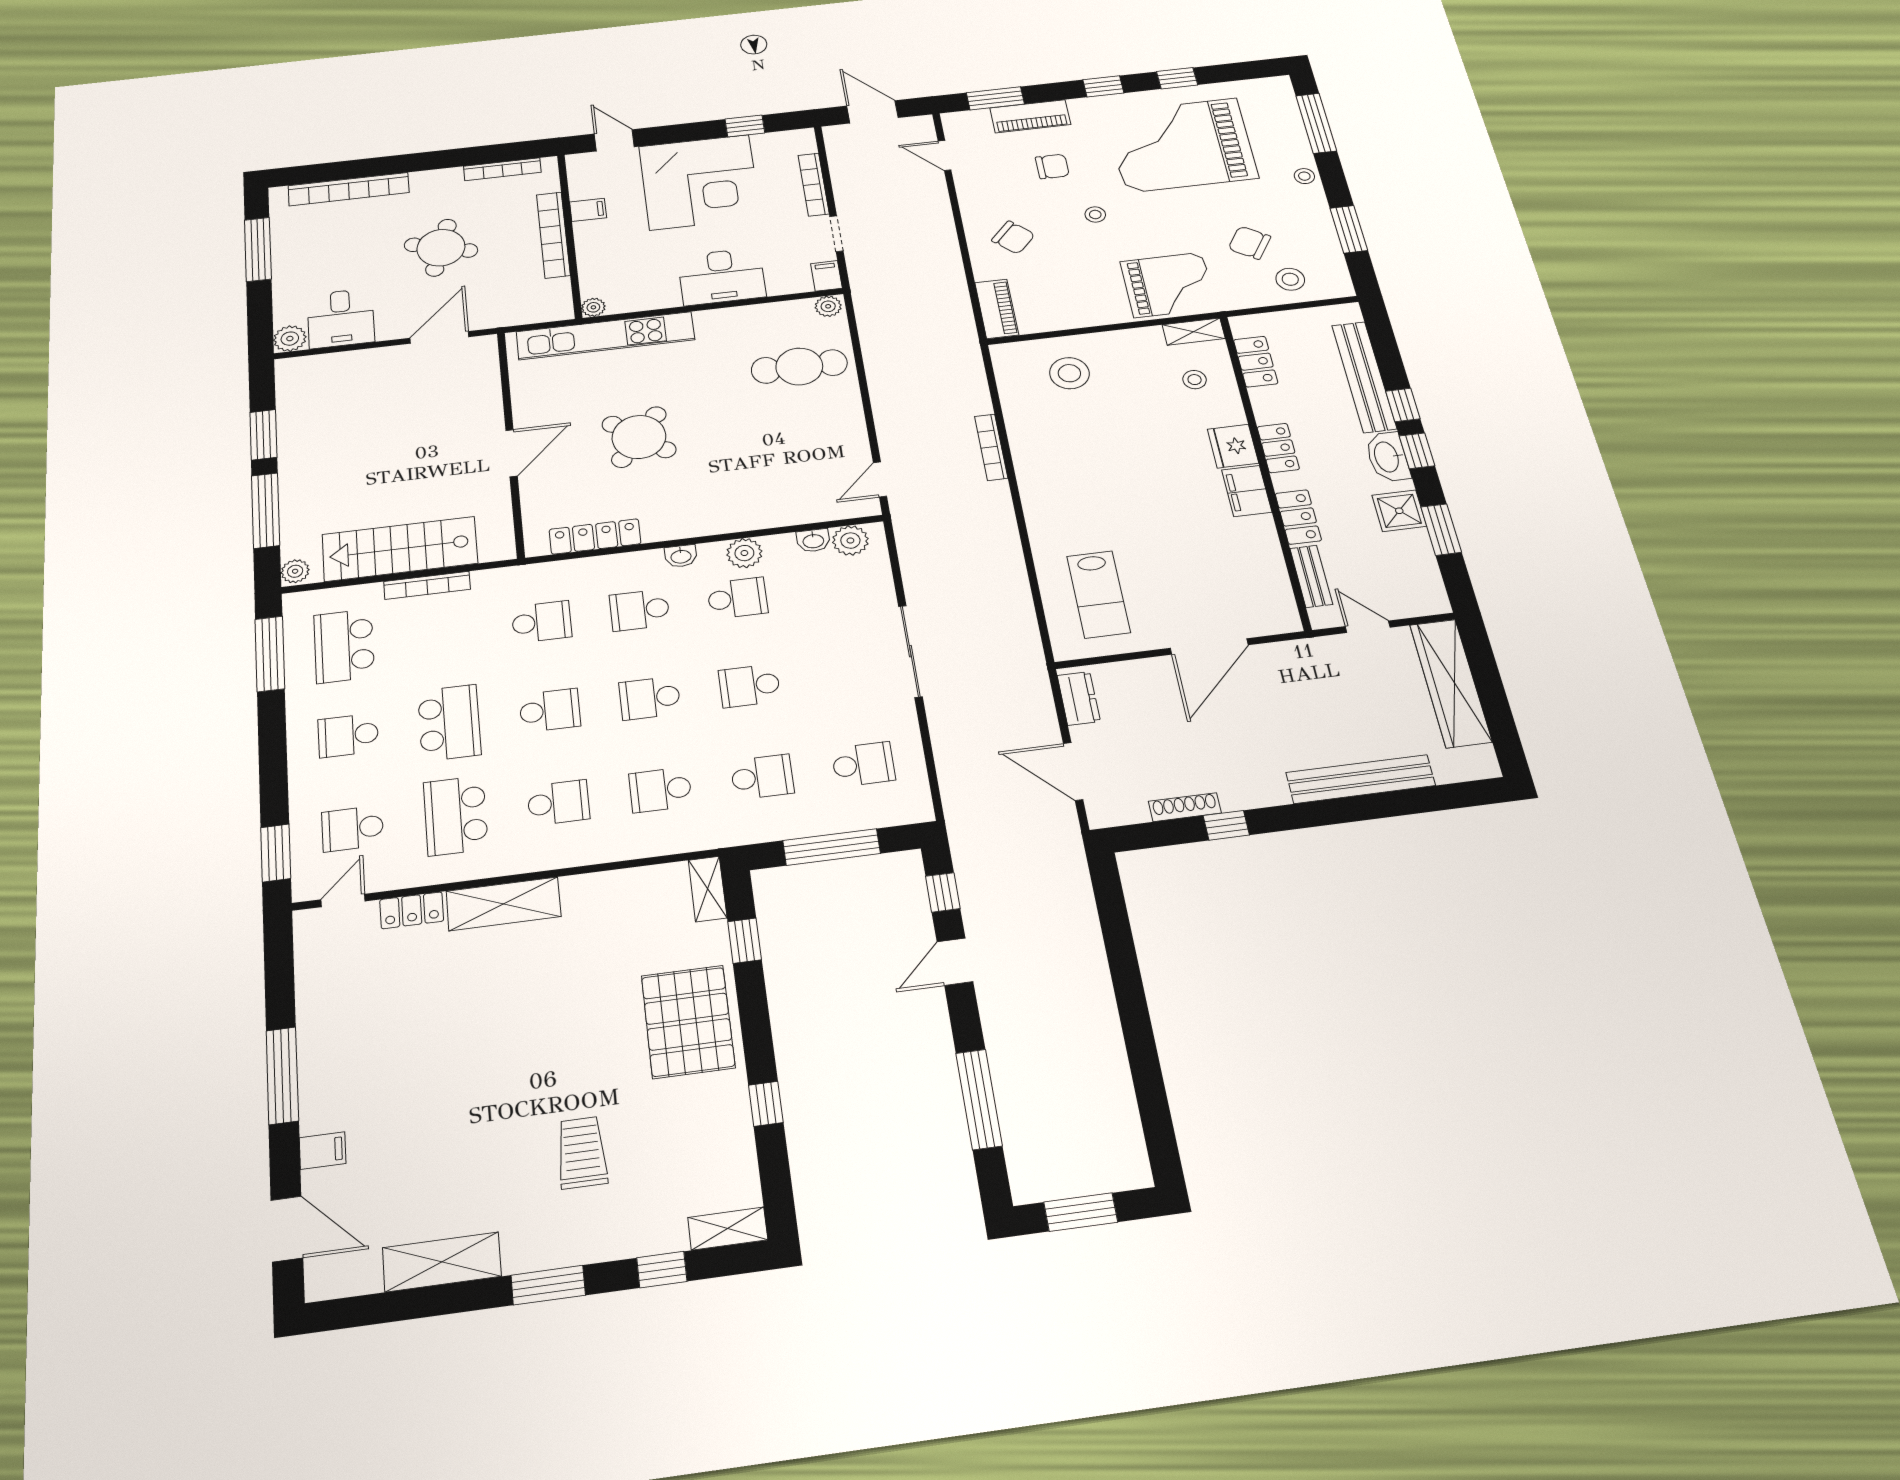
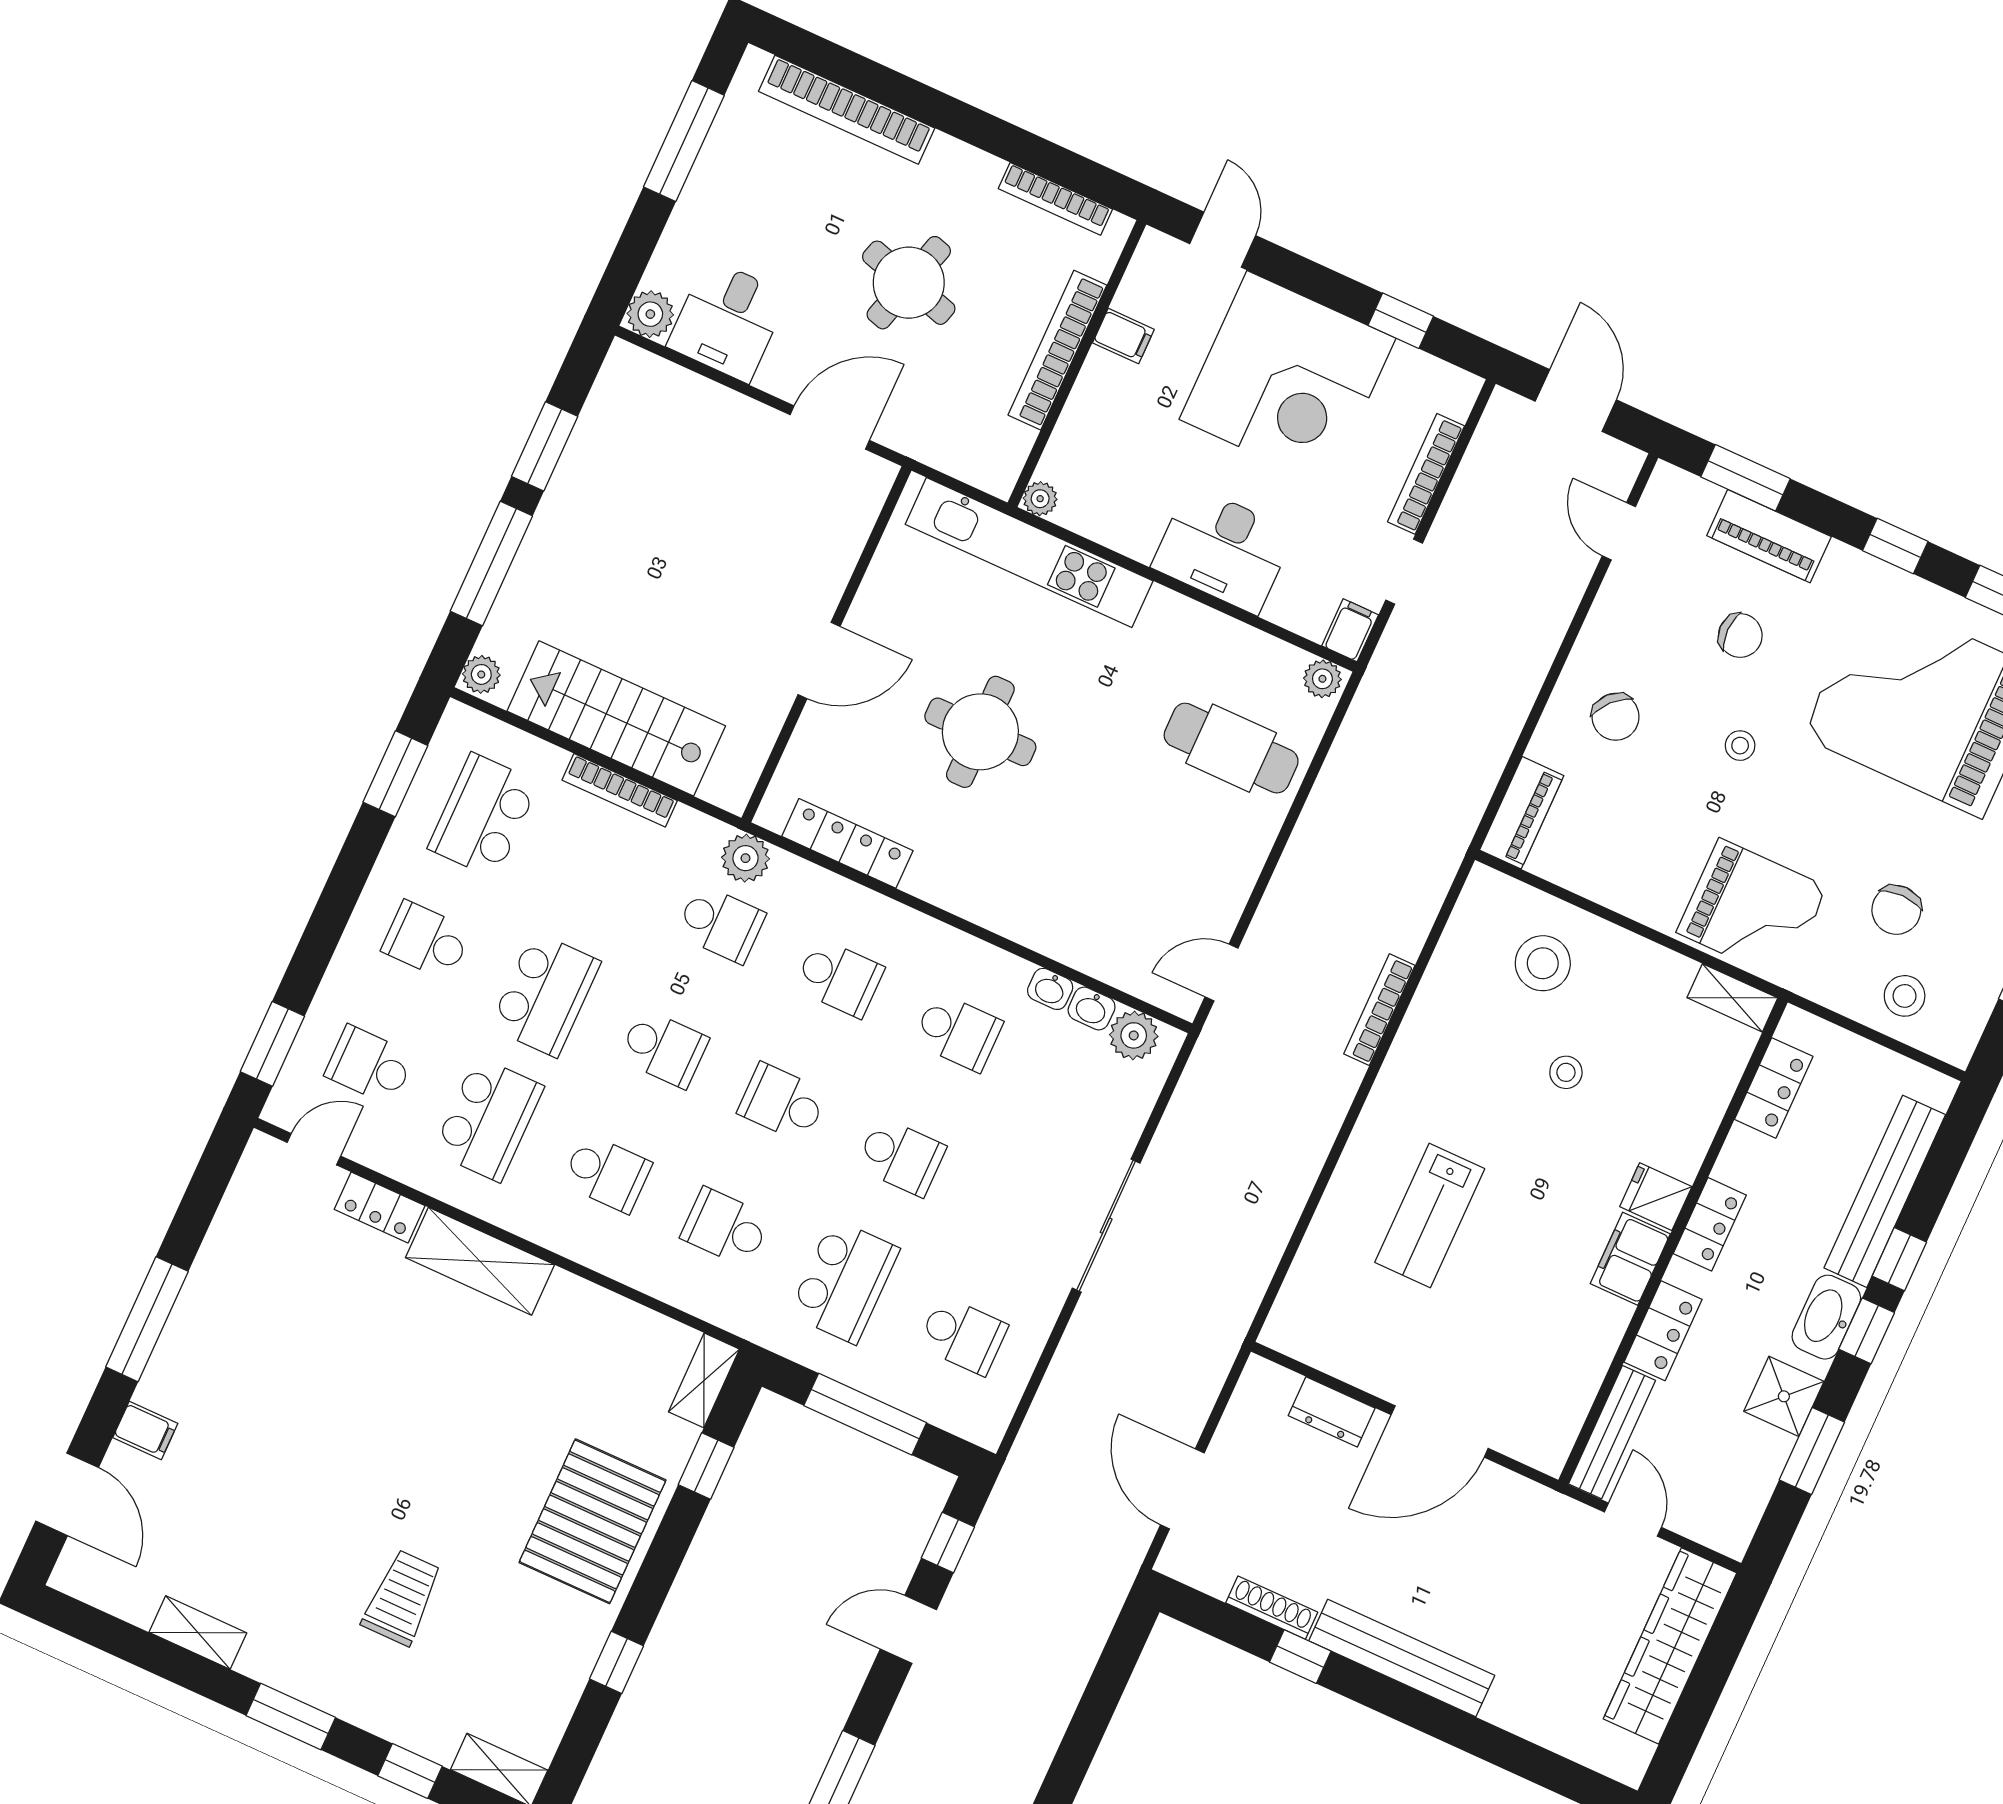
chair: (1249, 243) -> (1896, 910), turned -123
stool: (1195, 380) -> (1566, 1072), moved
round table: (639, 437) -> (980, 732), turned -38
fridge: (1233, 446) -> (1656, 1197), width x0.72
plant: (744, 553) -> (746, 858), moved
washbasin: (681, 556) -> (1050, 989), moved
bench: (1311, 576) -> (1612, 1432), width x1.36
lab bench: (1098, 594) -> (1430, 1216), moved
school desk: (640, 610) -> (839, 978), turned 180
window: (270, 654) -> (395, 774), width x0.69
school desk: (749, 686) -> (901, 1157), turned 180
dresser: (1079, 698) -> (1332, 1412), moved, turned 90
school desk: (762, 777) -> (844, 1281), width x1.85
bench: (1361, 779) -> (1402, 1658), moved
school desk: (456, 816) -> (488, 1119), turned 180
shelving: (442, 1262) -> (198, 1633), width x0.67, depth x0.75

